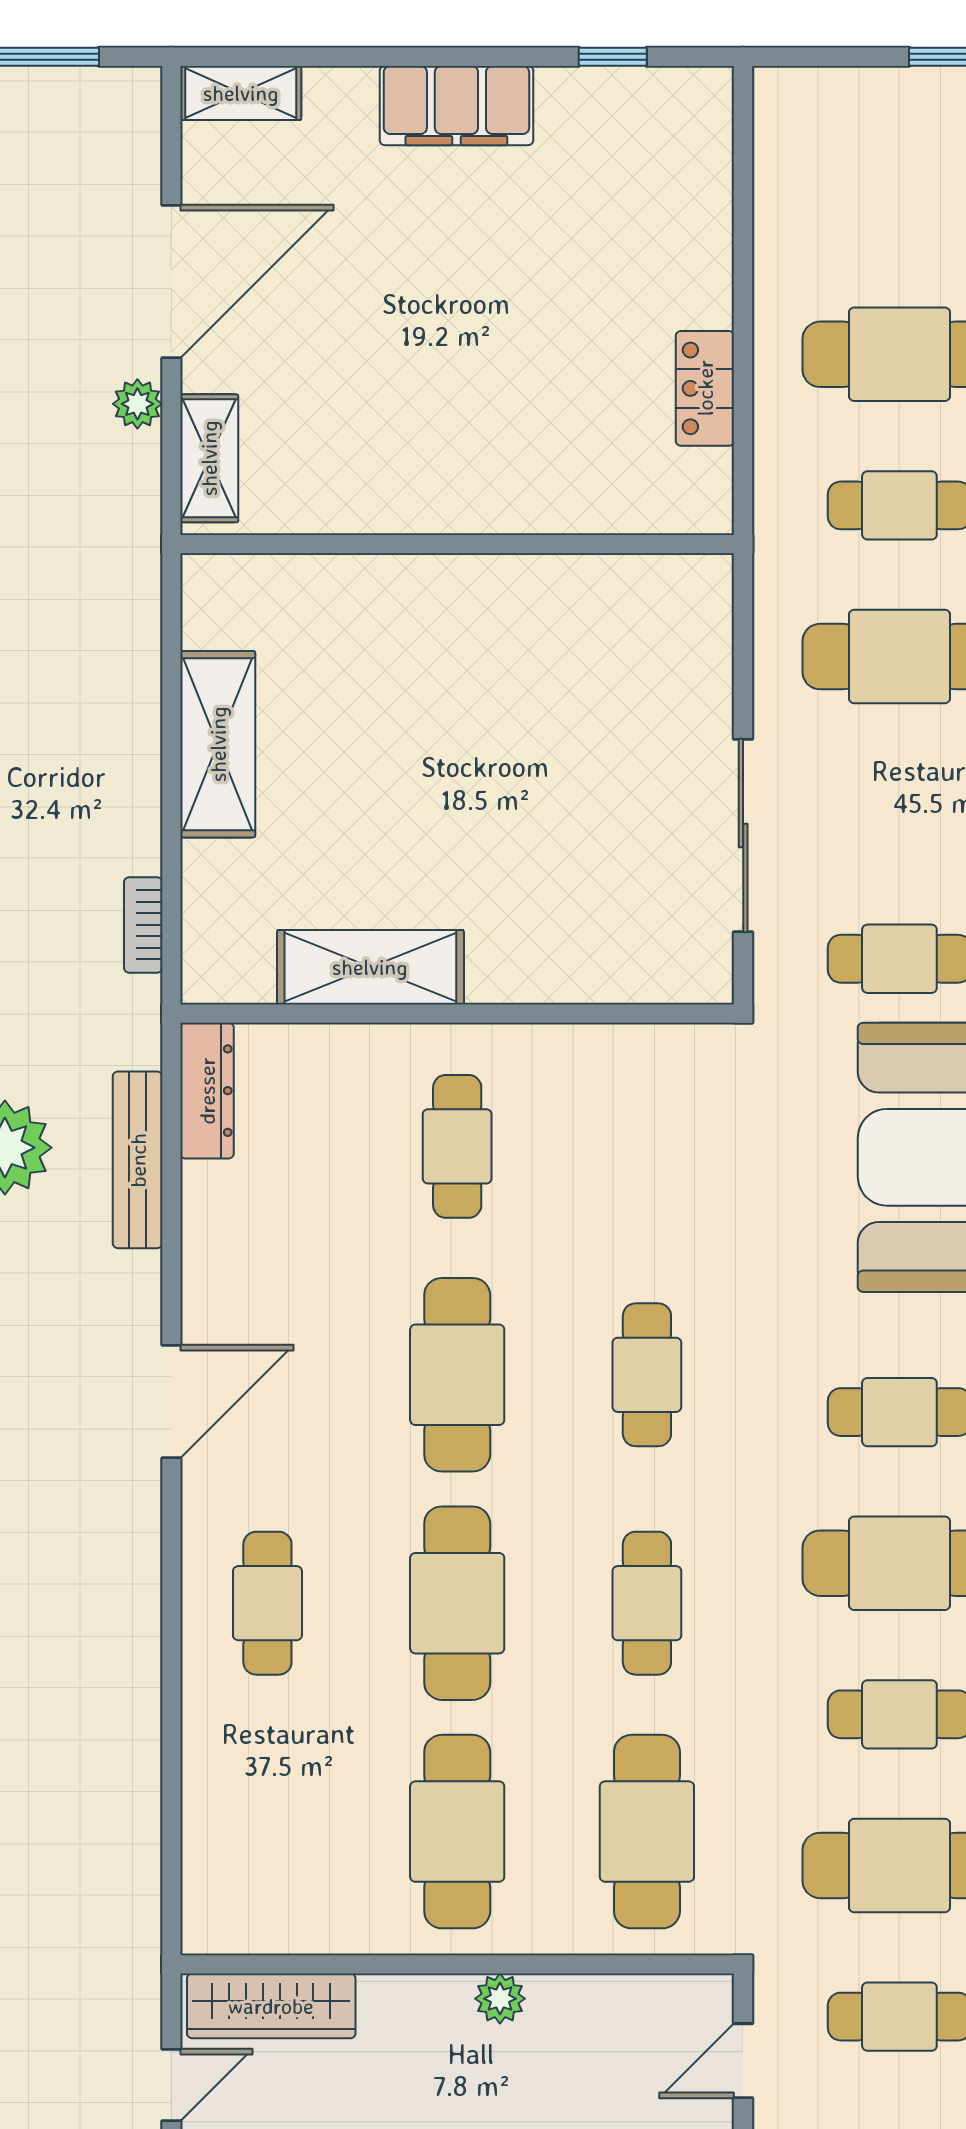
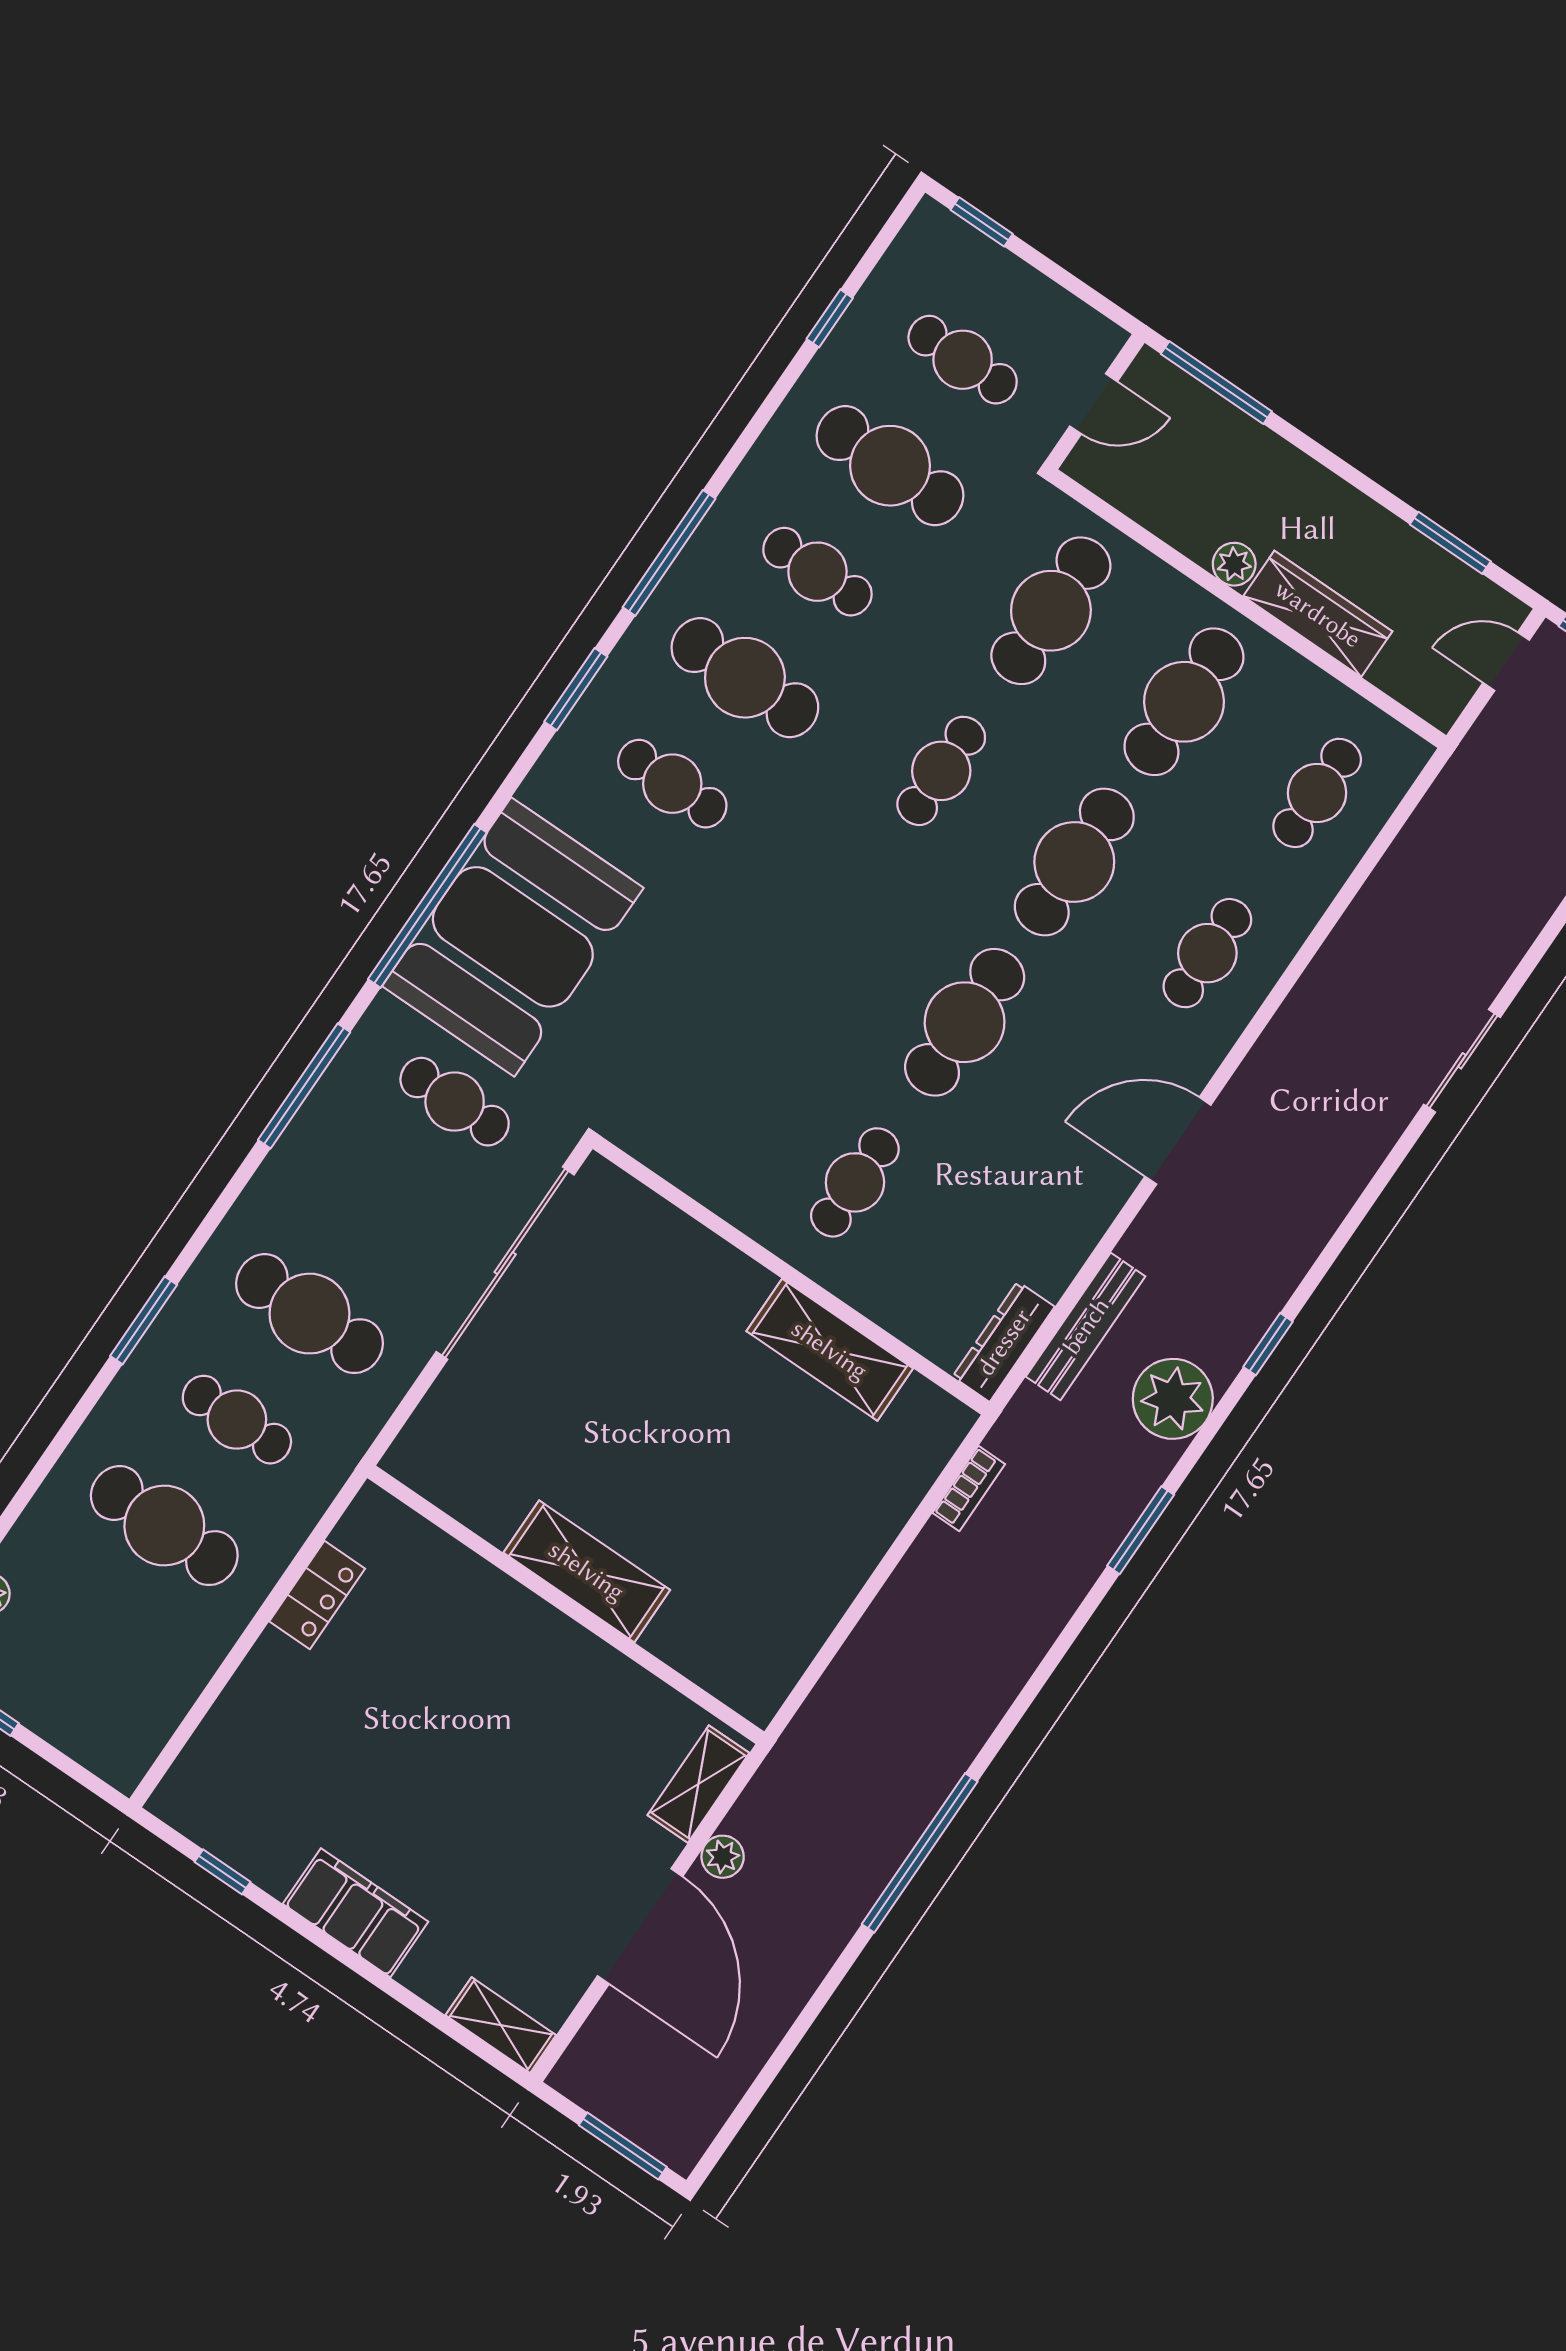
door: (171, 282) -> (640, 1926), swing flipped
shelving: (218, 744) -> (587, 1571), moved, turned 90
sliding door: (743, 835) -> (505, 1263), width x1.36
cafe table: (647, 1375) -> (1317, 793), moved
wardrobe: (271, 2006) -> (1318, 614), moved

